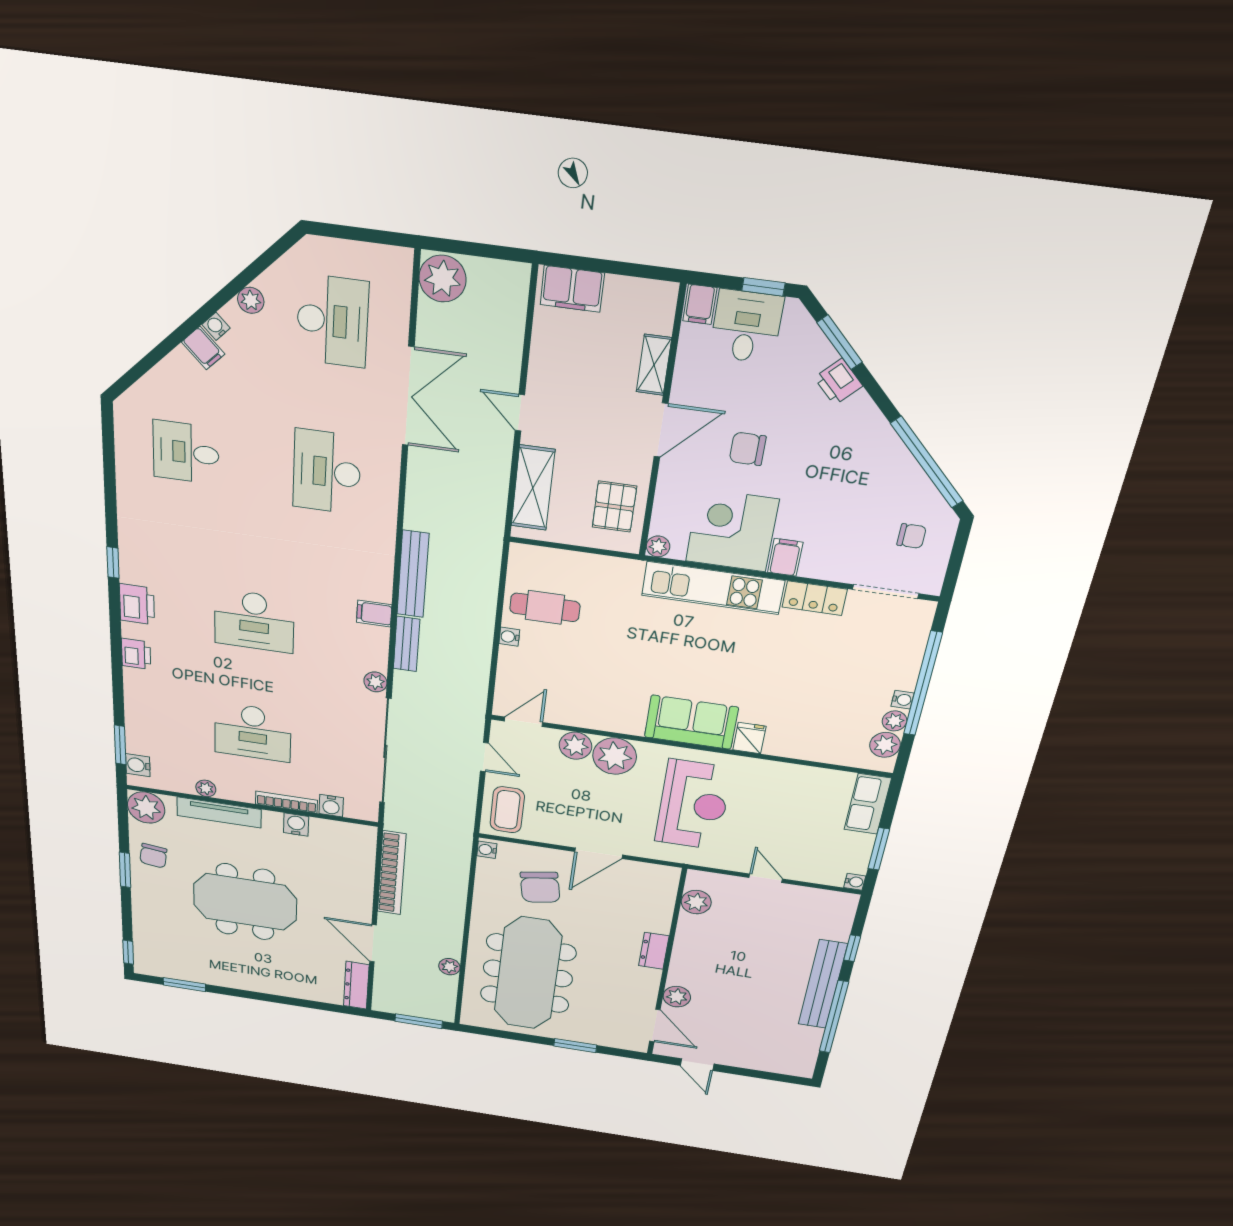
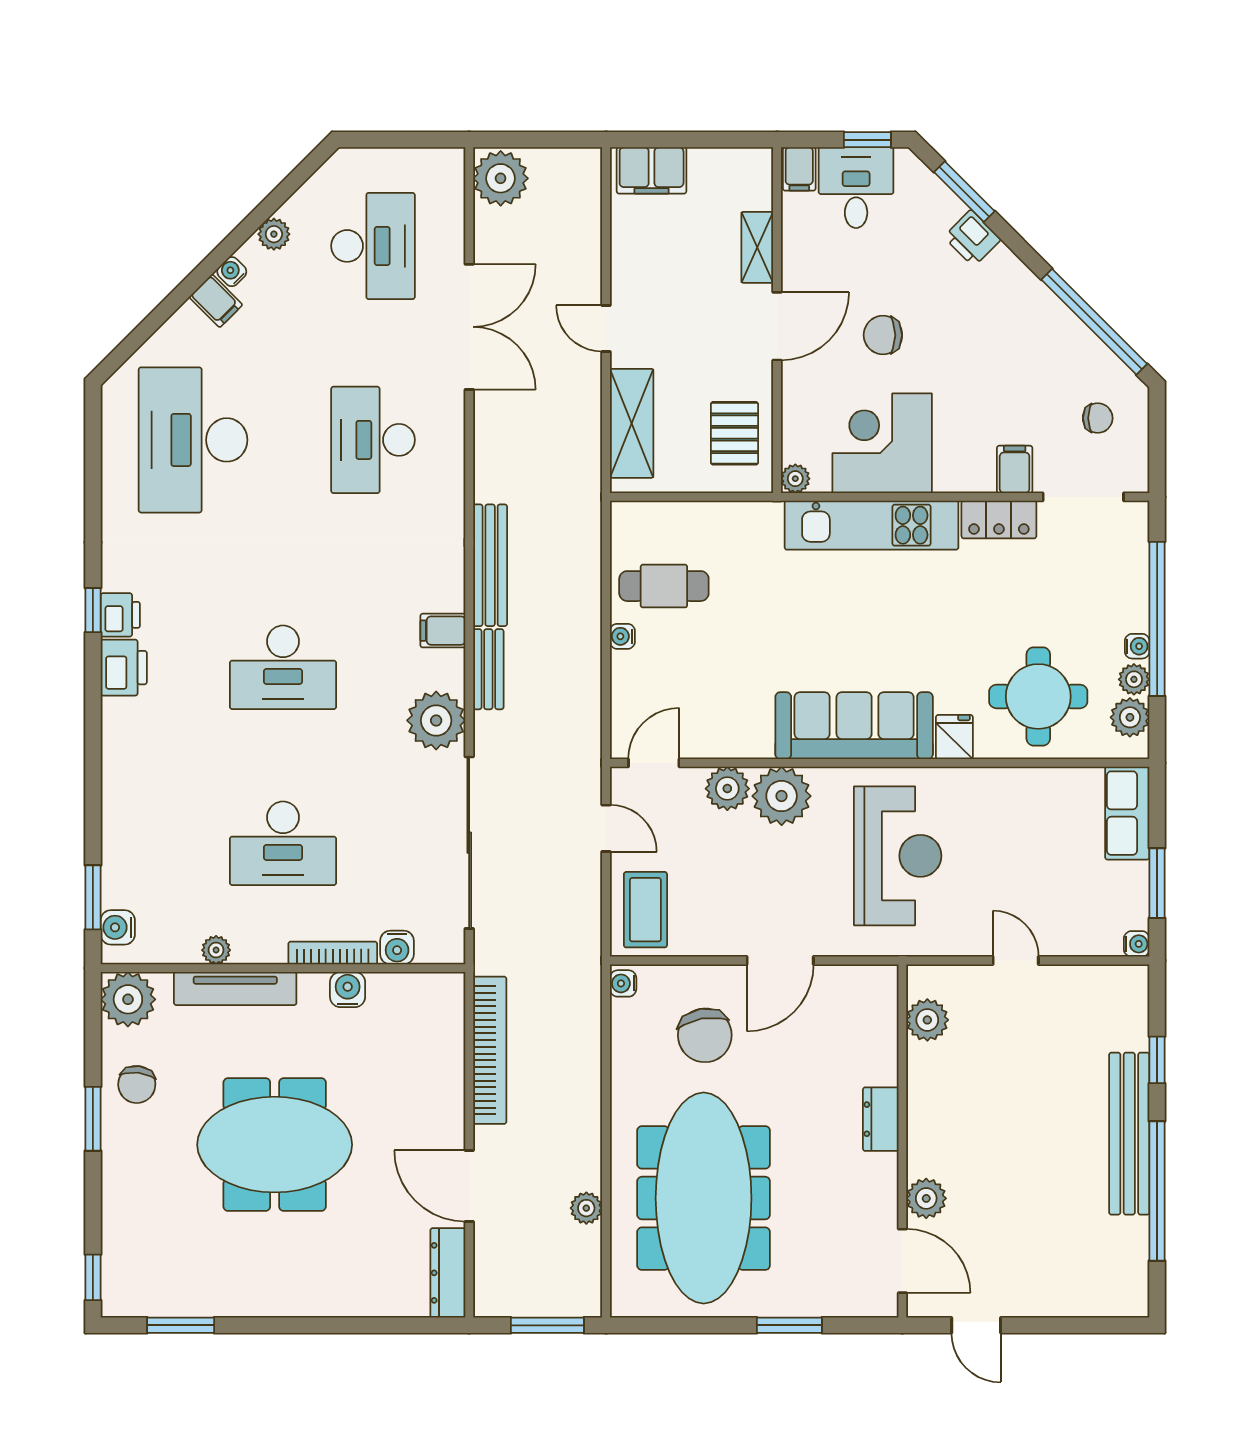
desk: (186, 452) -> (193, 440), width x1.87, depth x1.30
filing cabinet: (785, 557) -> (1015, 469), moved
printer: (136, 654) -> (120, 615), moved
plant: (375, 682) -> (436, 720), width x1.88, depth x1.88
round table: (819, 721) -> (1038, 696), added
sofa: (691, 722) -> (854, 726), width x1.36

